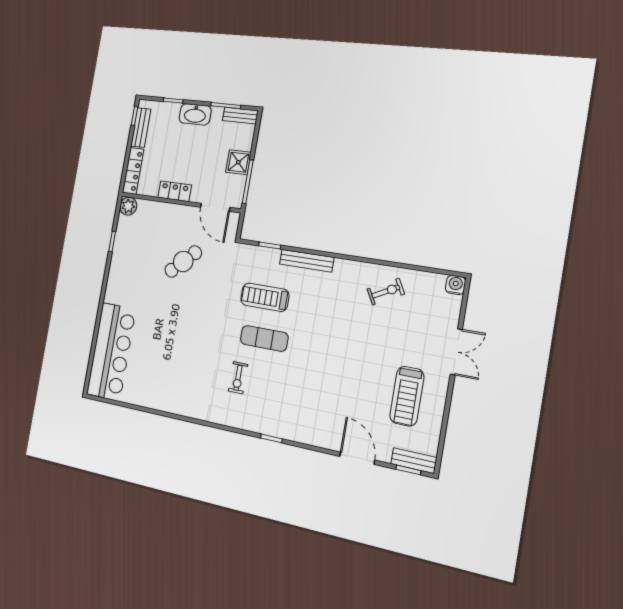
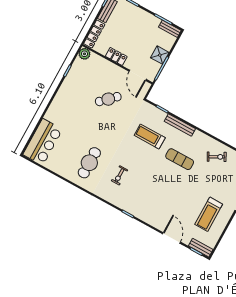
washbasin: (195, 114) -> (143, 16), removed
exercise mat: (264, 338) -> (180, 159), moved
bar counter: (111, 352) -> (43, 142), width x0.73
cafe table: (186, 373) -> (89, 163), added

